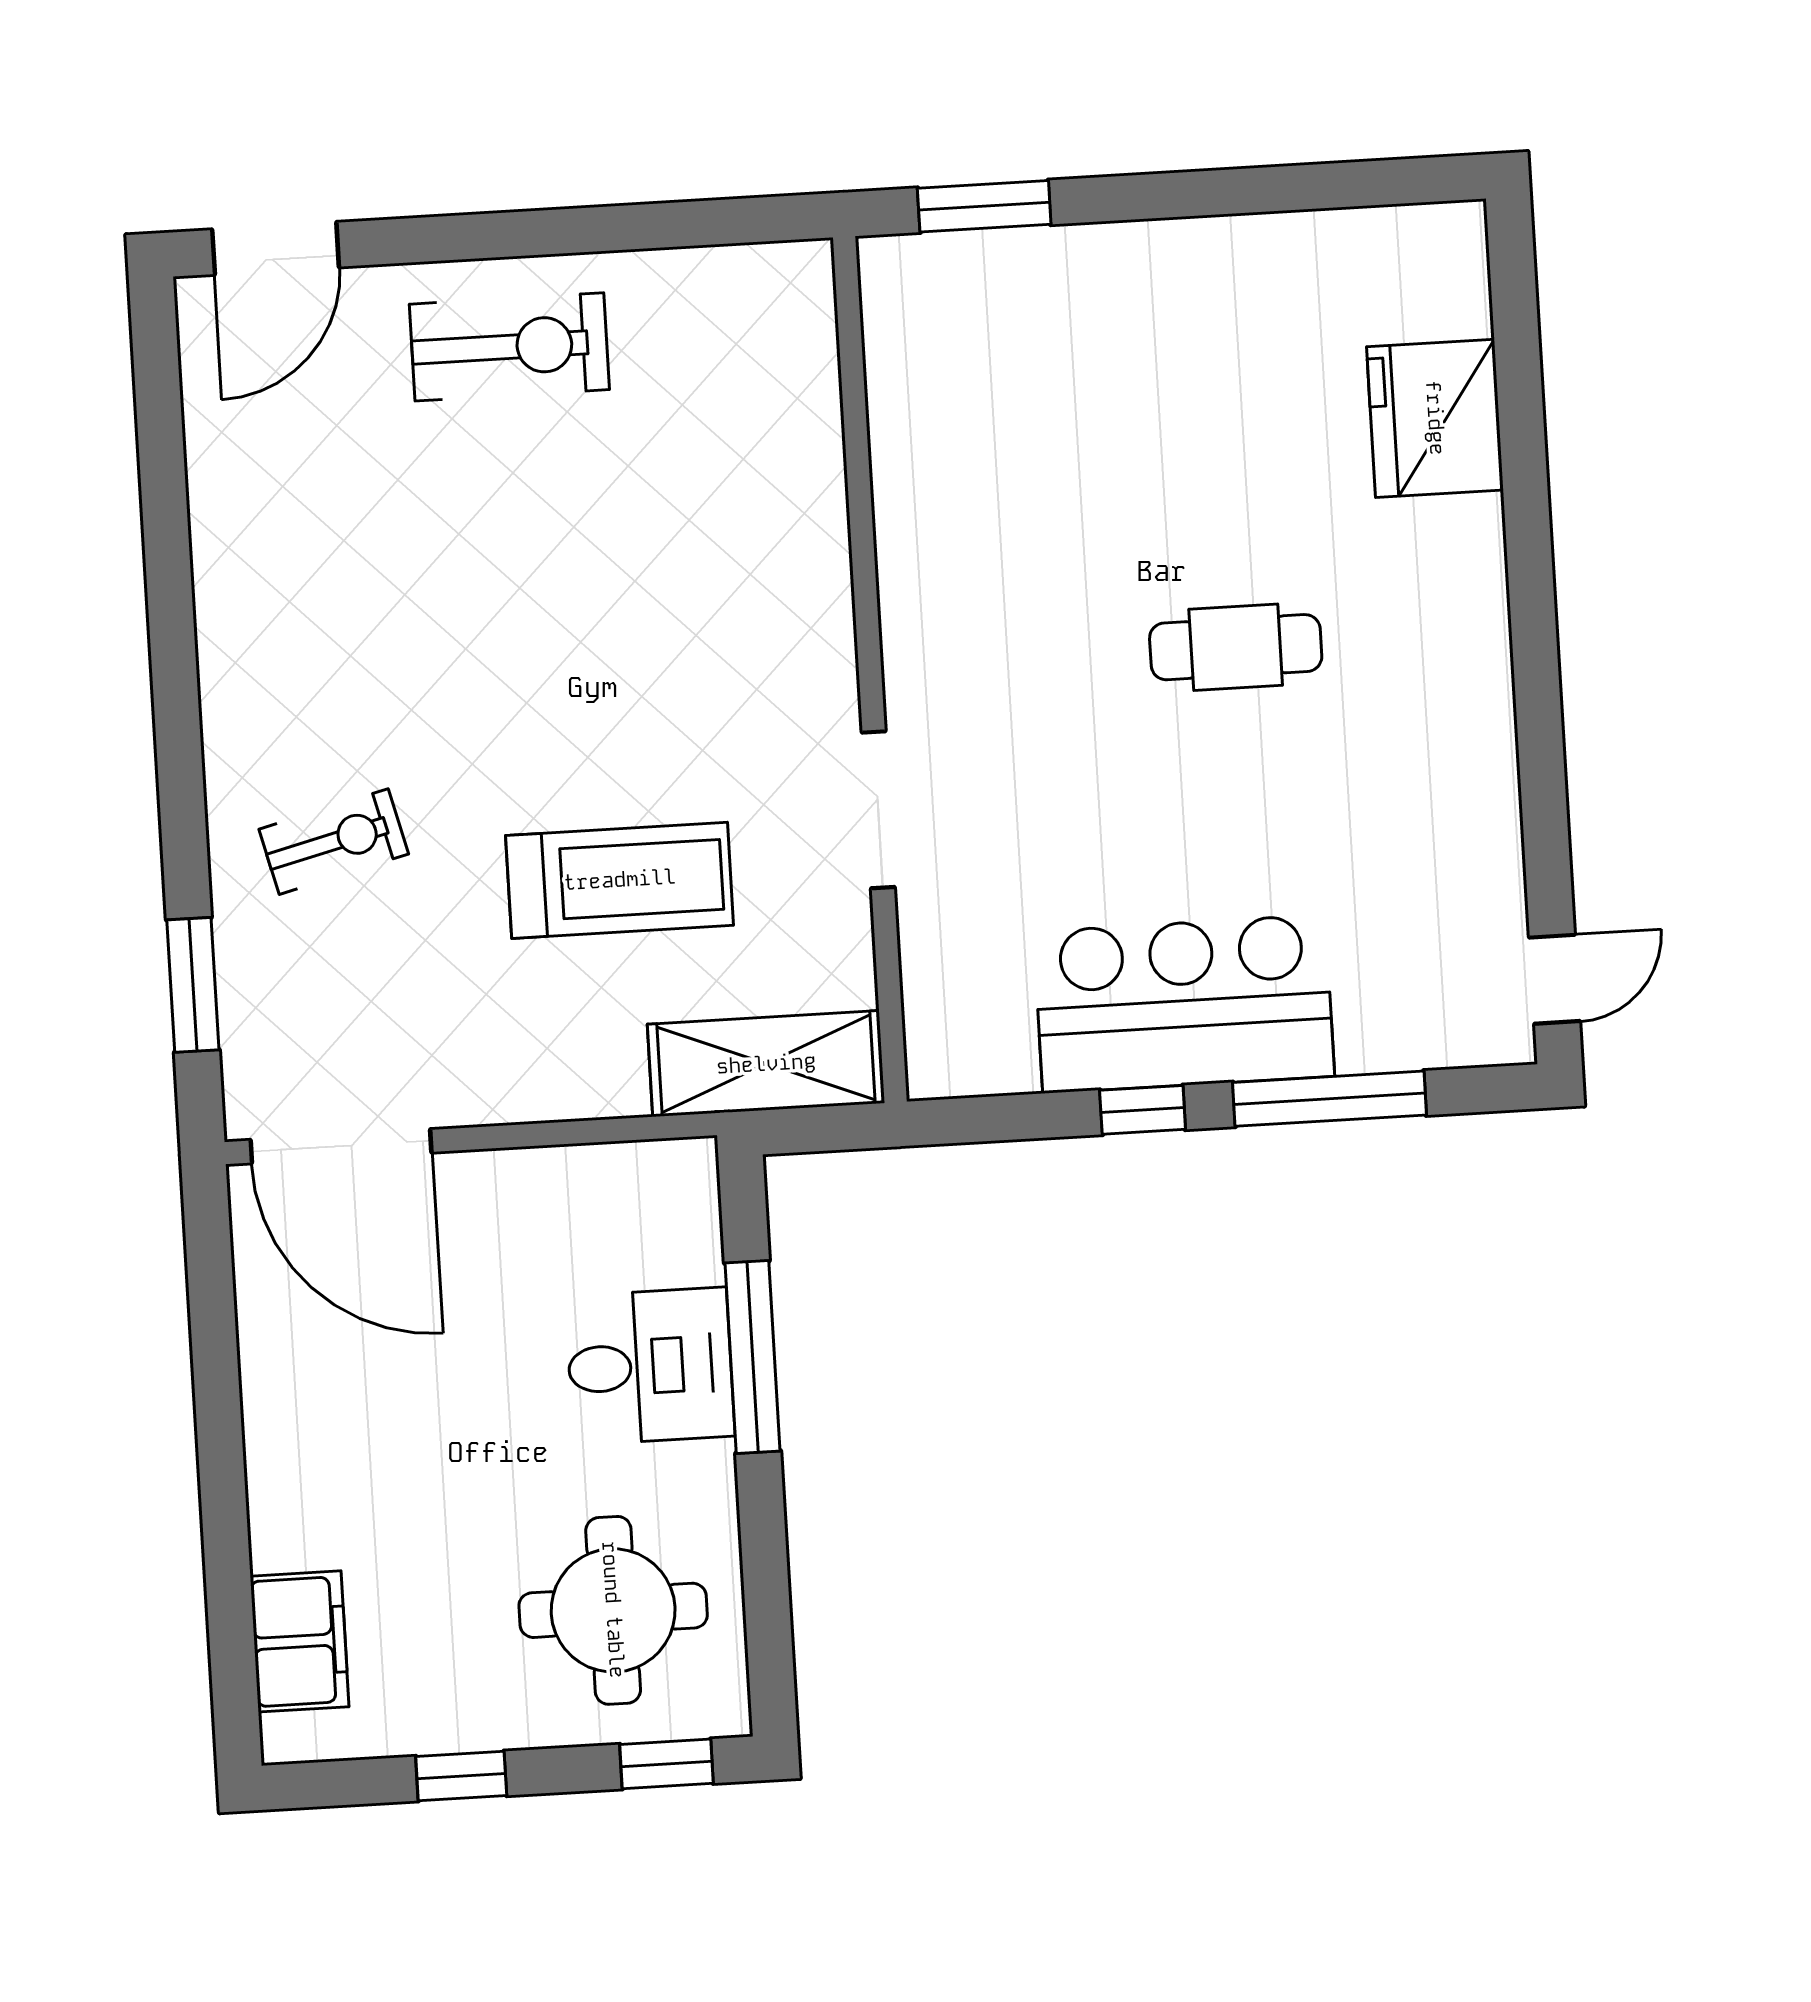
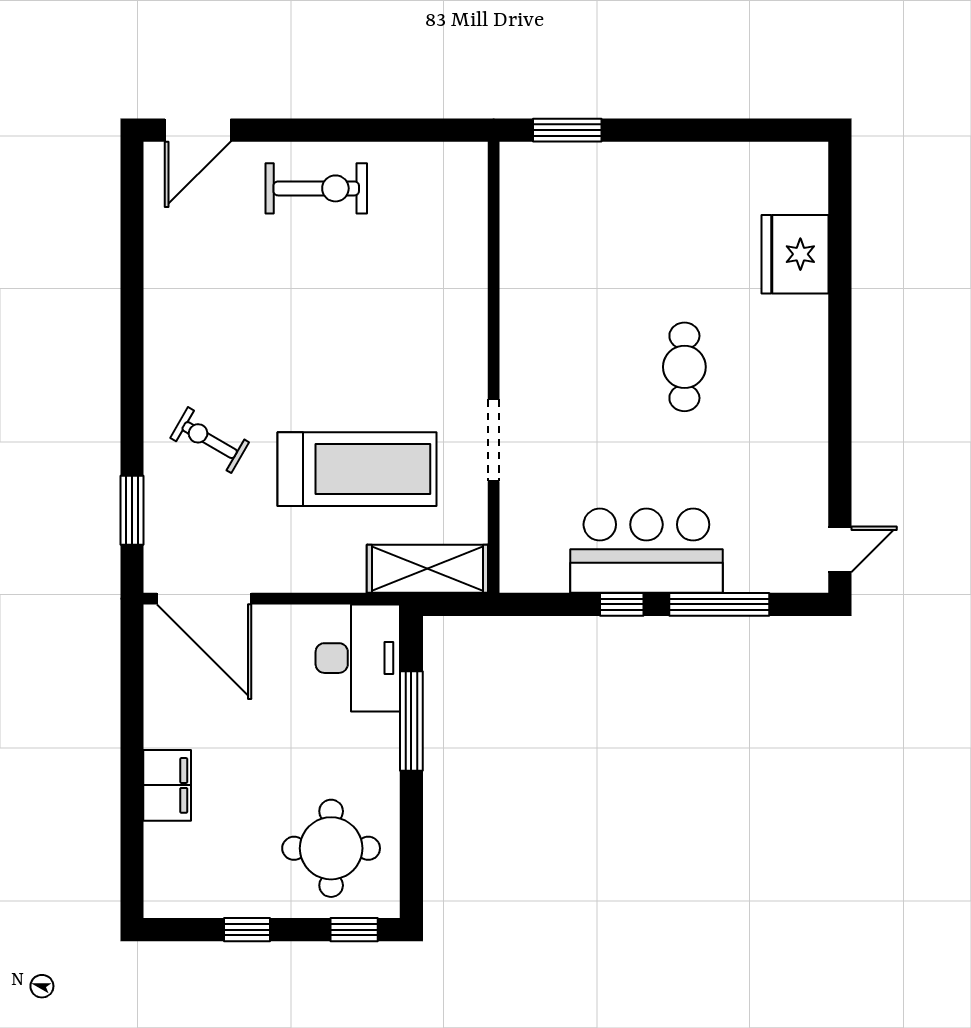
cafe table: (1236, 647) -> (684, 367), turned 90
exercise bike: (334, 842) -> (210, 440), turned -136
treadmill: (620, 880) -> (357, 469), width x1.37, depth x1.38
desk: (650, 1366) -> (358, 658), moved, width x1.37
filing cabinet: (300, 1641) -> (167, 785), moved

